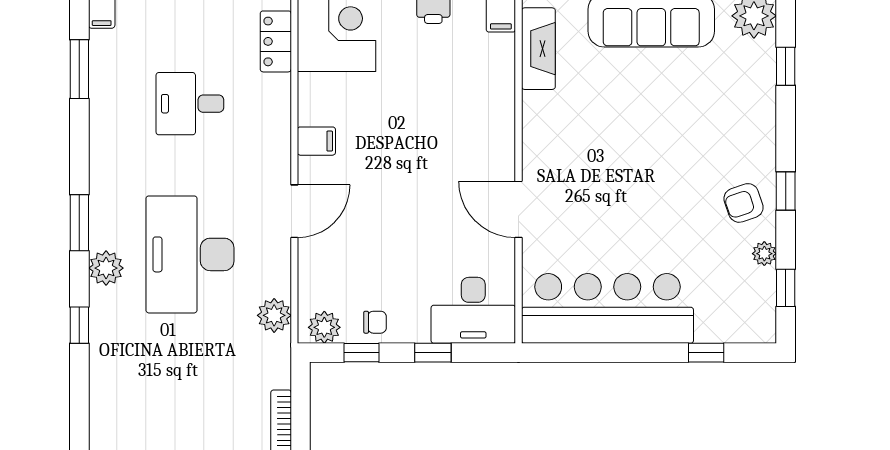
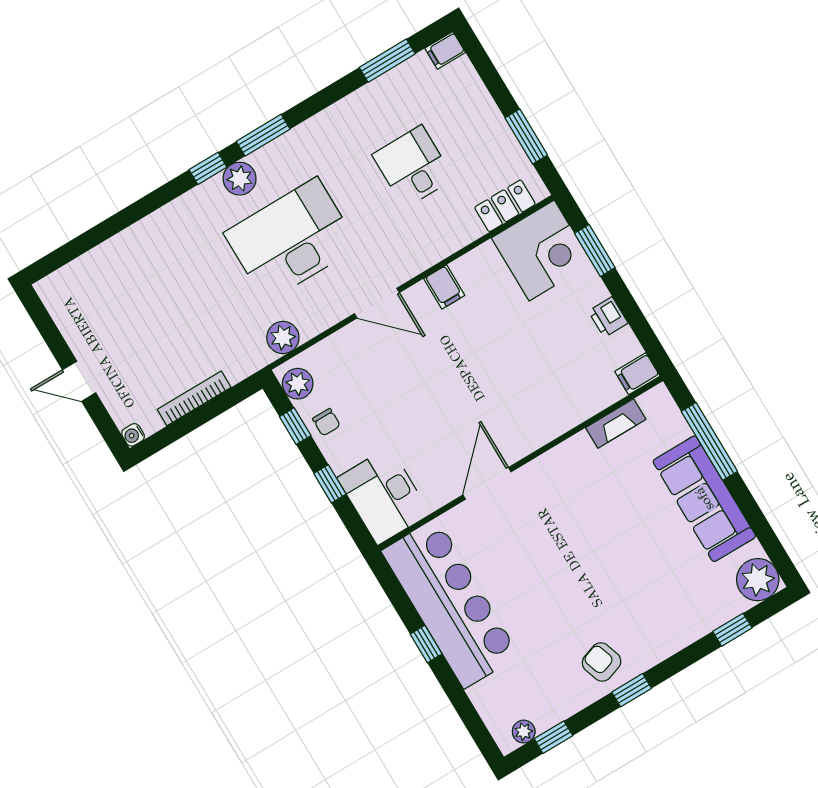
fireplace: (538, 49) -> (616, 423), width x0.73, depth x0.76
plant: (764, 254) -> (524, 732), moved
window: (79, 325) -> (208, 168), moved
window: (706, 353) -> (426, 644), moved

